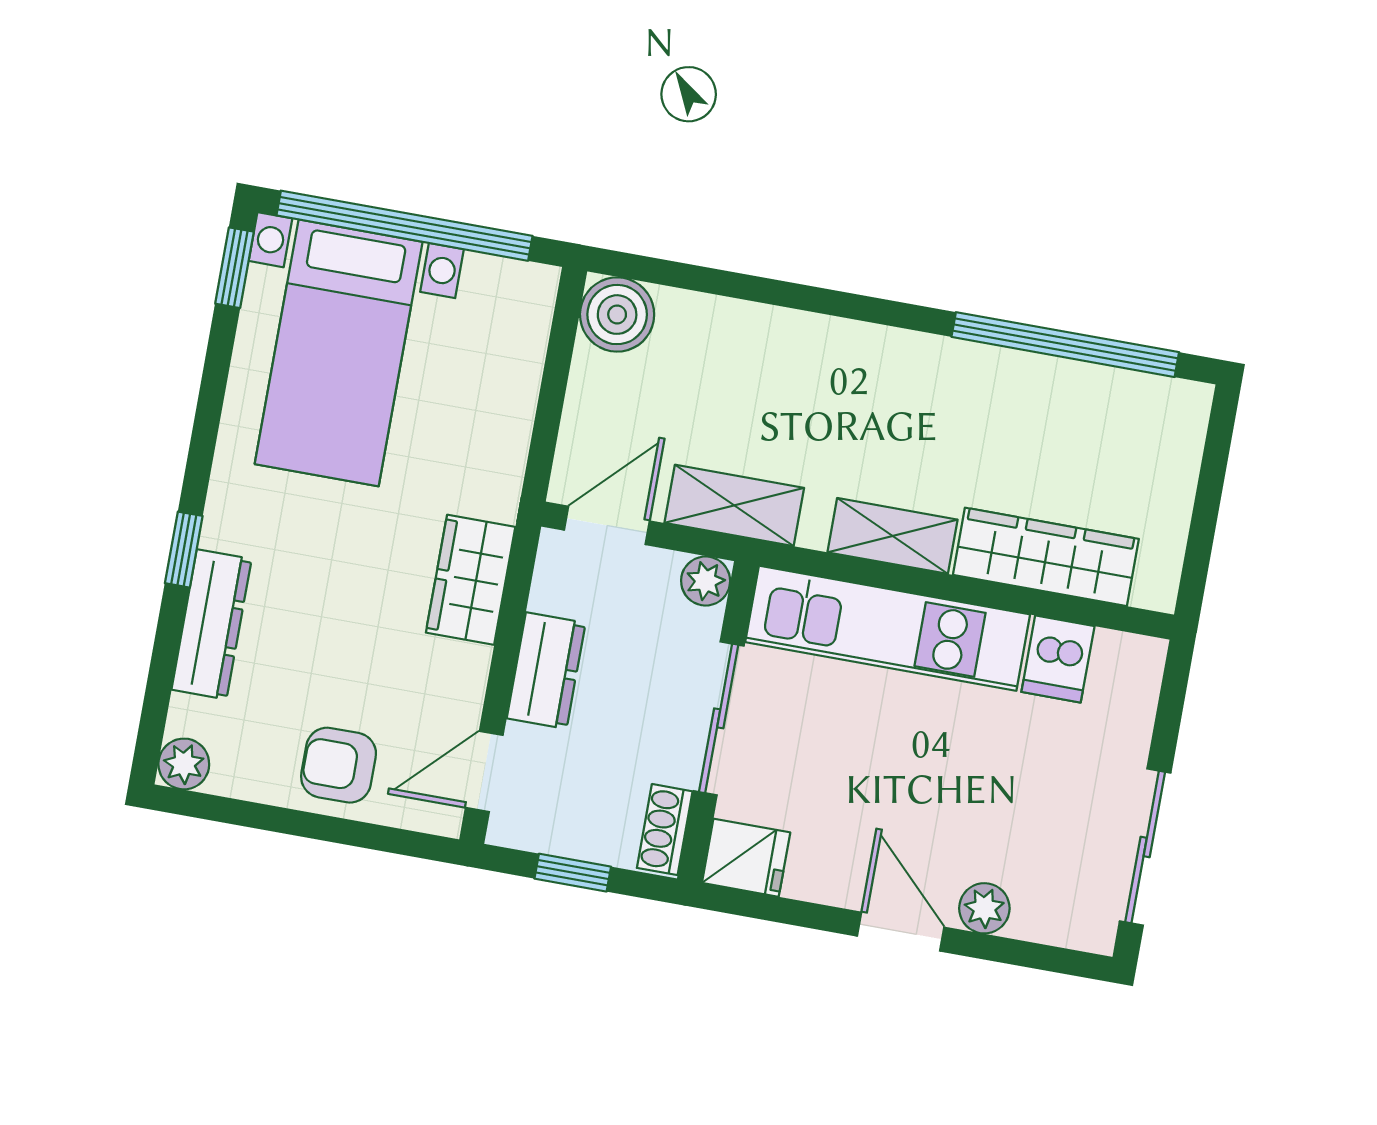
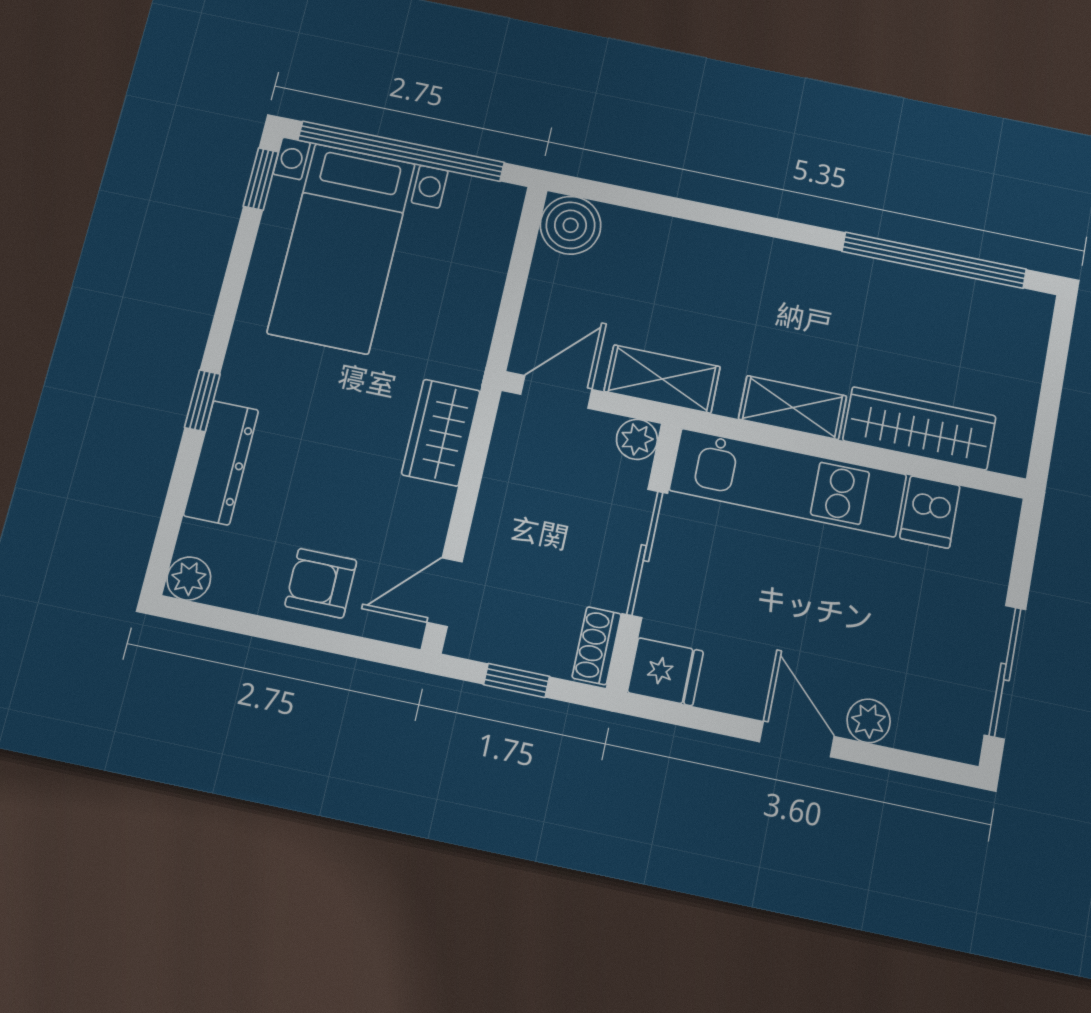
dresser: (546, 671) -> (501, 509), removed

